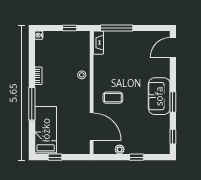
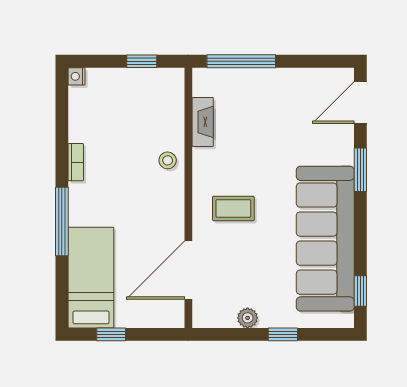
fireplace: (98, 43) -> (203, 122), moved
sofa: (159, 96) -> (325, 239), width x1.85, depth x1.27
window: (173, 102) -> (360, 170), moved
door: (92, 127) -> (188, 270), swing flipped

